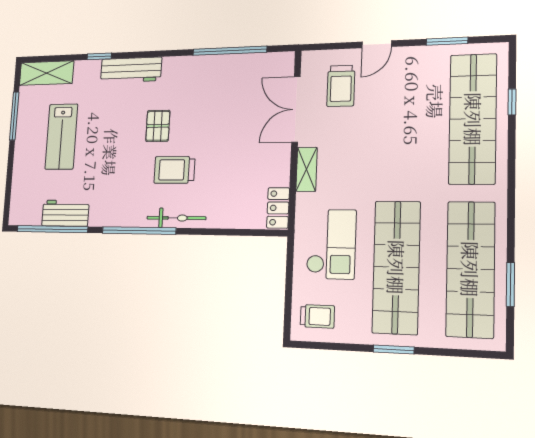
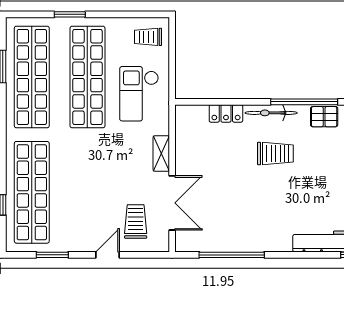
pallet: (158, 126) -> (324, 117), moved, turned 90
locker: (278, 208) -> (226, 113), moved, turned 90
window: (394, 349) -> (70, 14), moved

